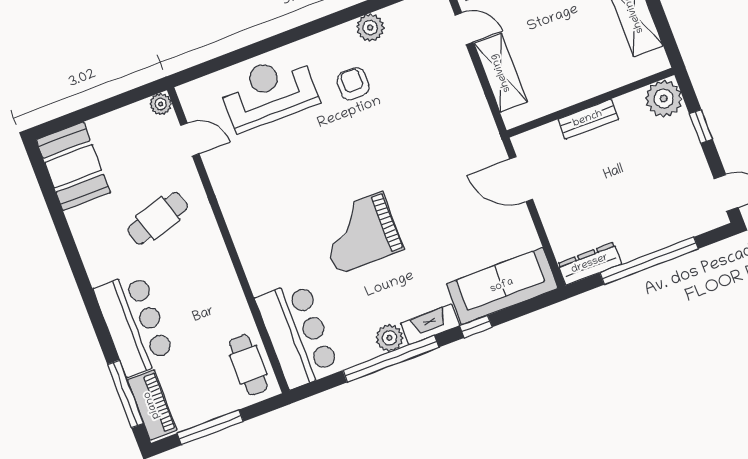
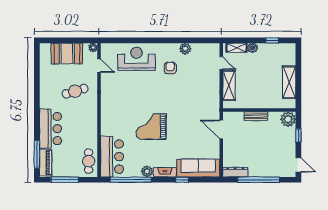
booth: (73, 166) -> (67, 54), moved, turned 90
window: (391, 359) -> (131, 180), moved

